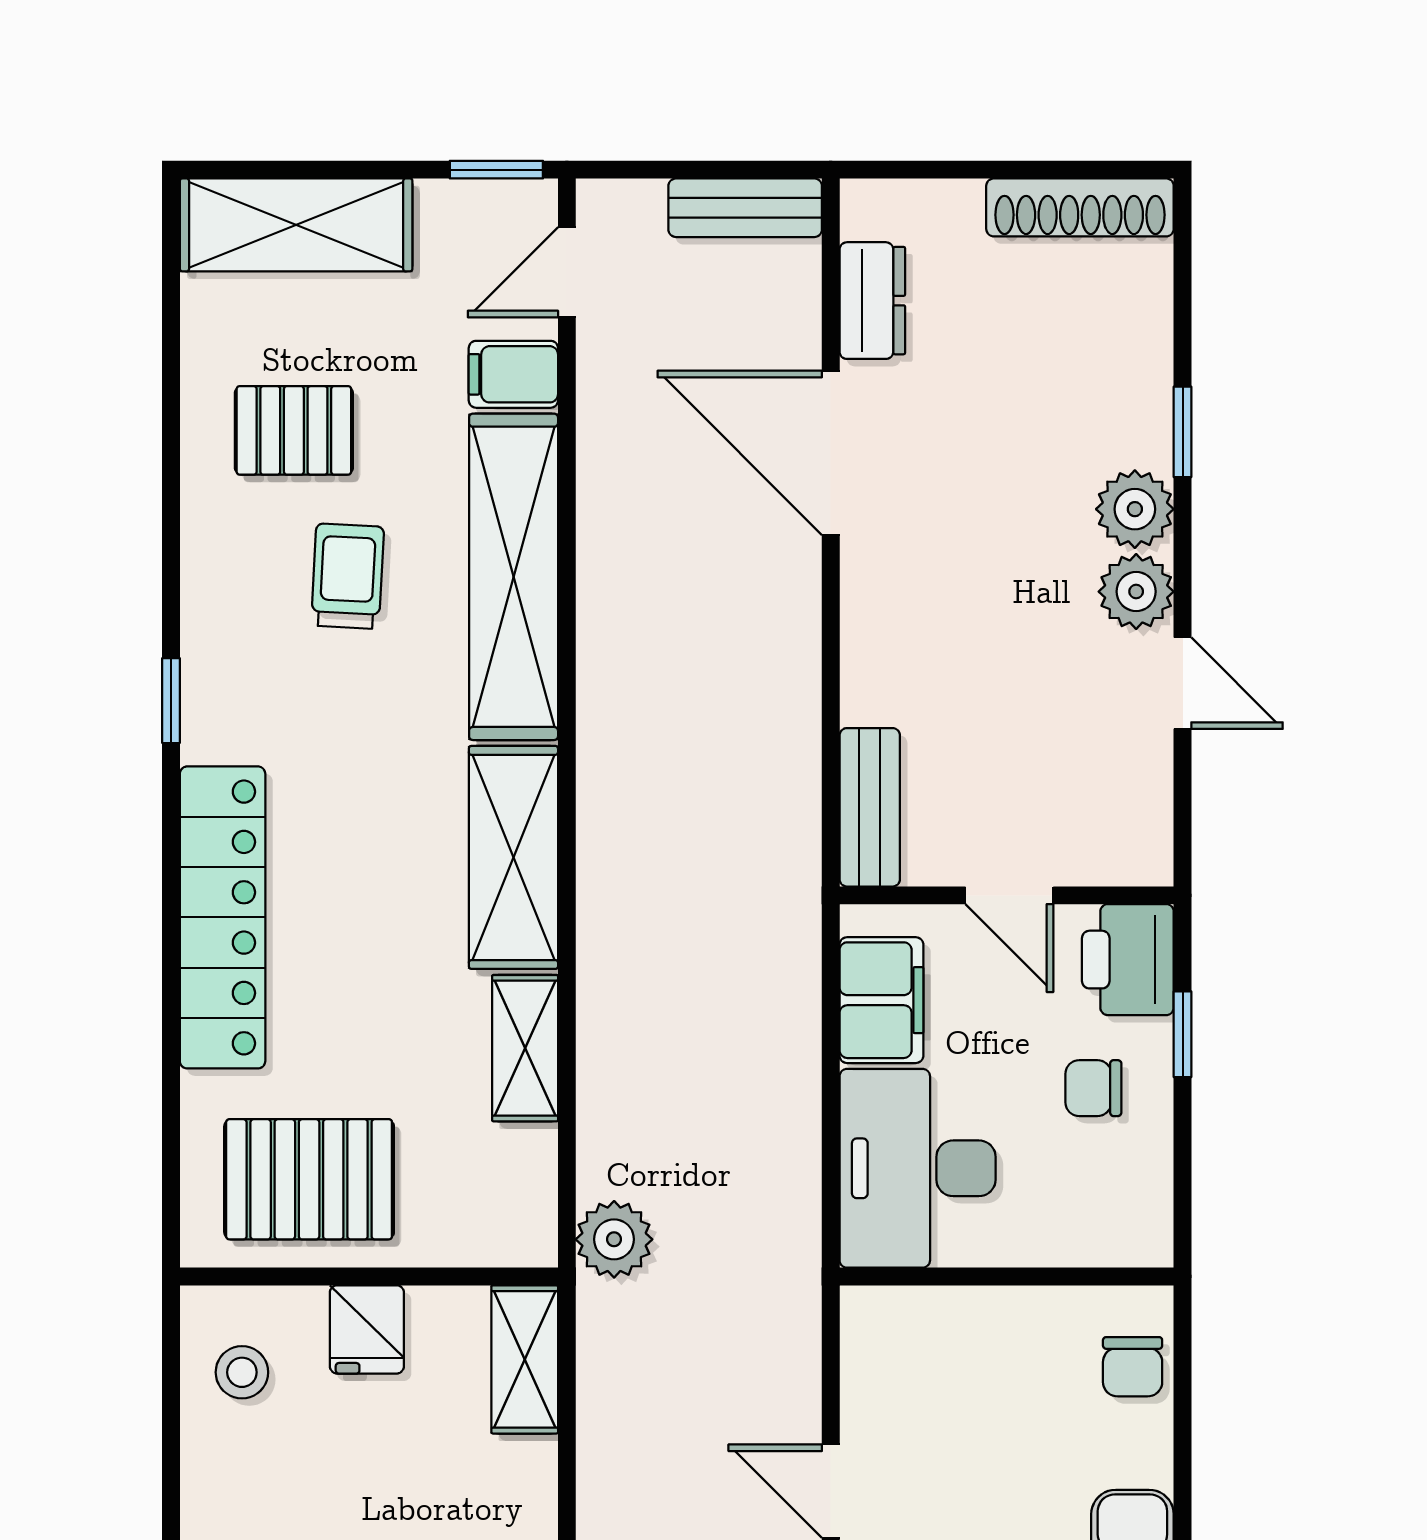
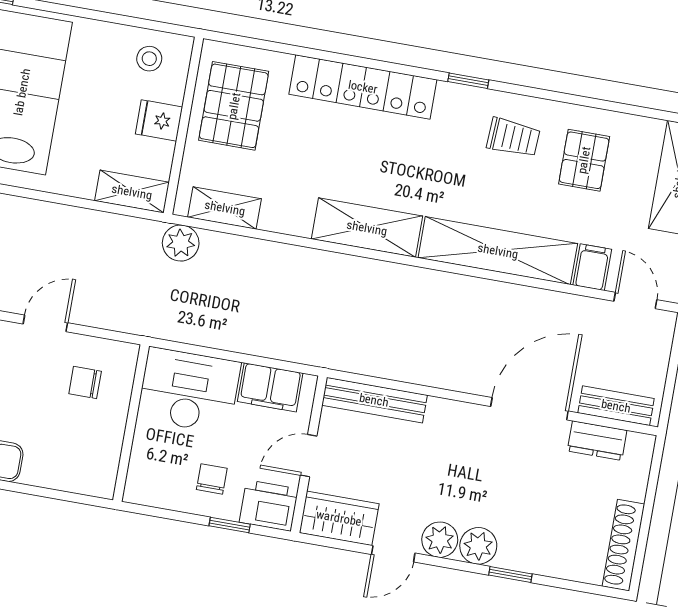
bench: (745, 208) -> (616, 406), moved, turned 90
trolley: (348, 576) -> (513, 138), moved
bench: (870, 807) -> (374, 400), width x1.36
wardrobe: (1129, 809) -> (339, 518), added
shelving: (525, 1048) -> (225, 208), moved
chair: (1133, 1367) -> (85, 382), moved

